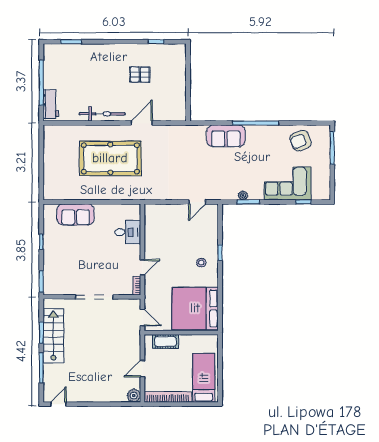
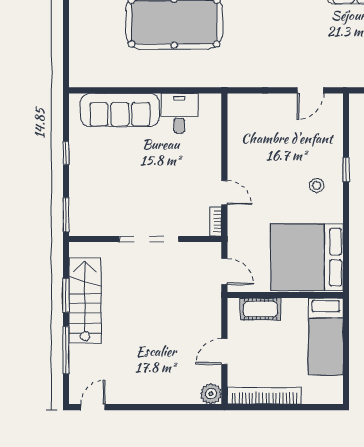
sofa: (76, 214) -> (120, 110), width x1.36
desk: (128, 232) -> (179, 113), moved, turned -90
door: (142, 267) -> (224, 193), hinge flipped
bed: (204, 378) -> (326, 336), moved, turned 180

